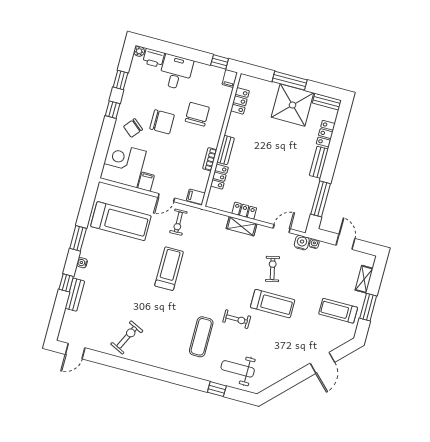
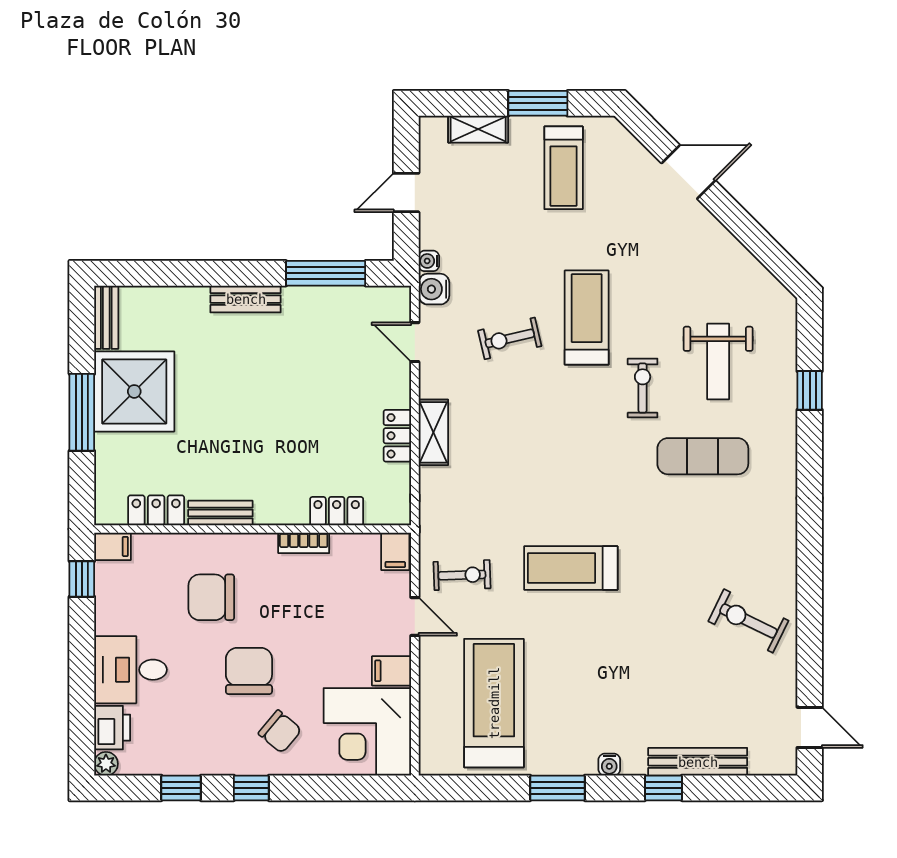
locker: (326, 134) -> (178, 301), removed
bench: (226, 150) -> (220, 513), moved
bench: (75, 295) -> (698, 762), width x1.36
weight bench: (238, 369) -> (718, 362), moved

